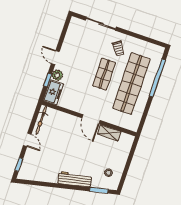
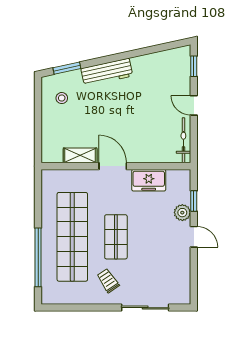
freezer: (53, 92) -> (149, 180), moved, turned -90

